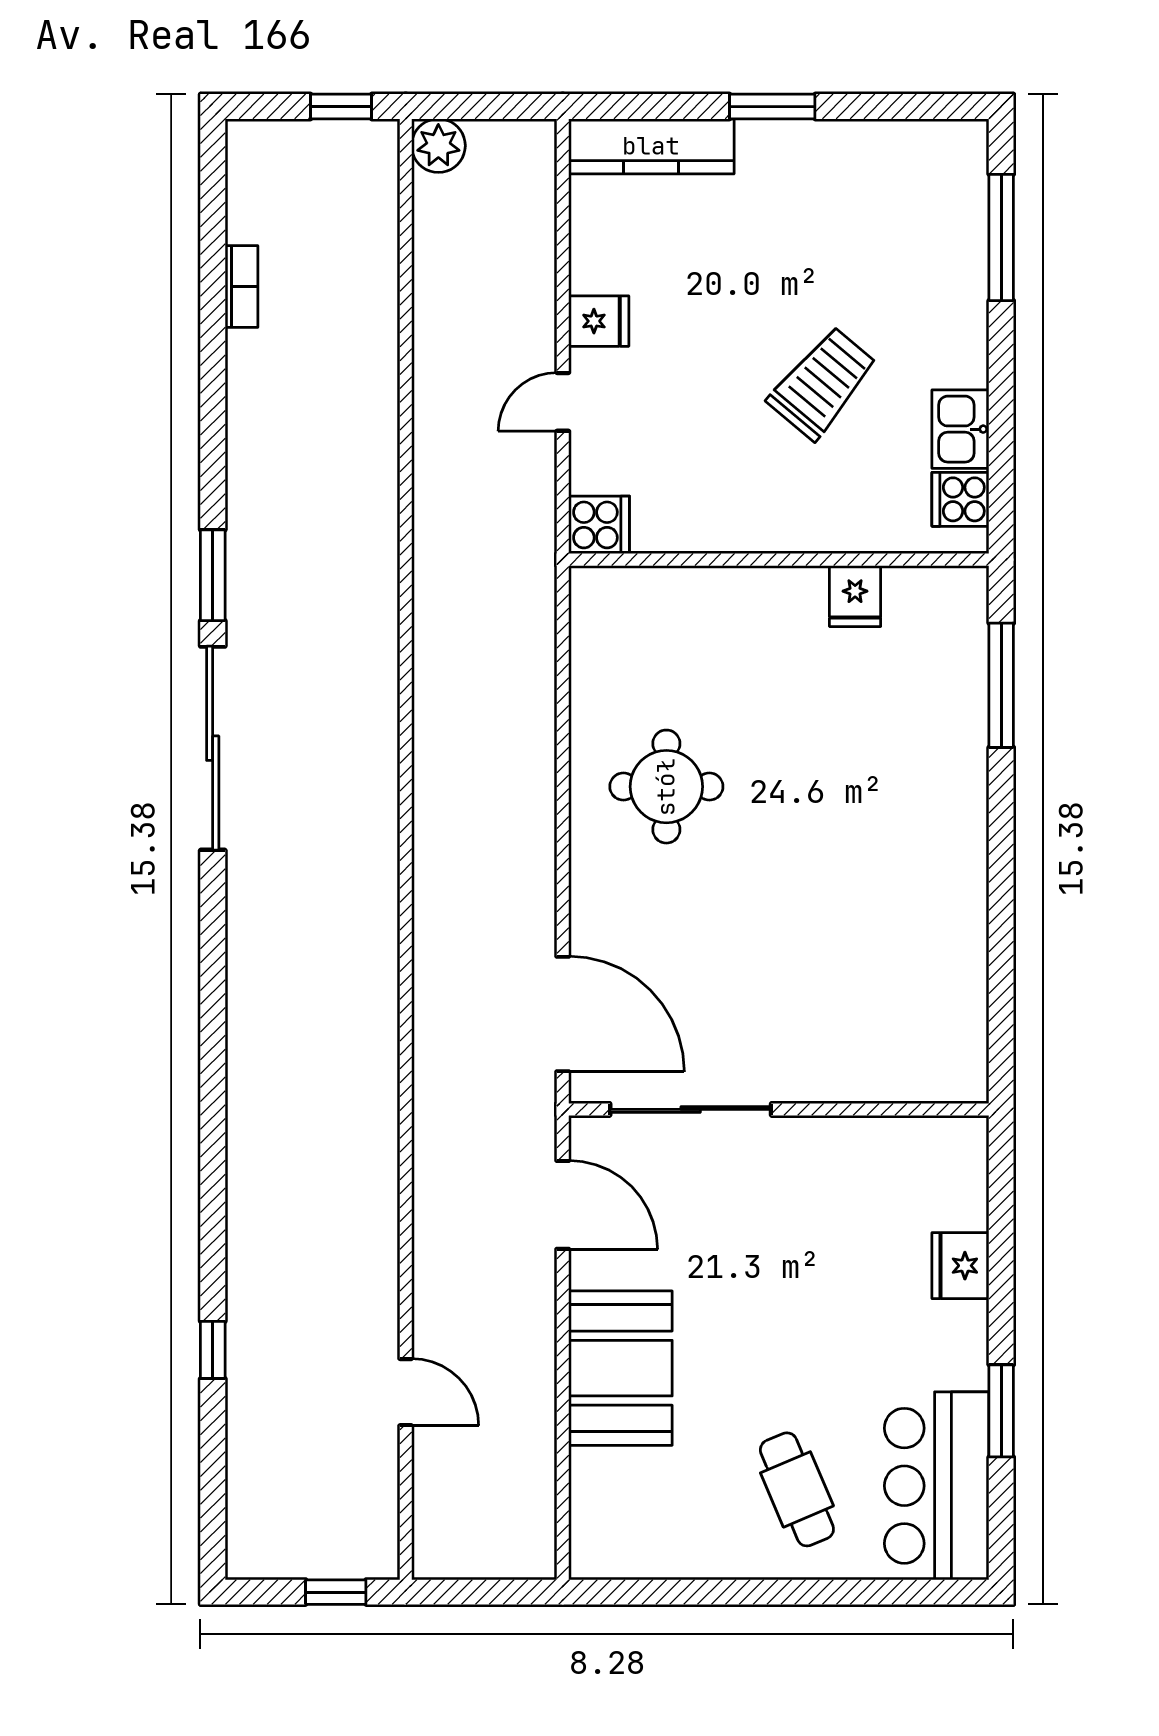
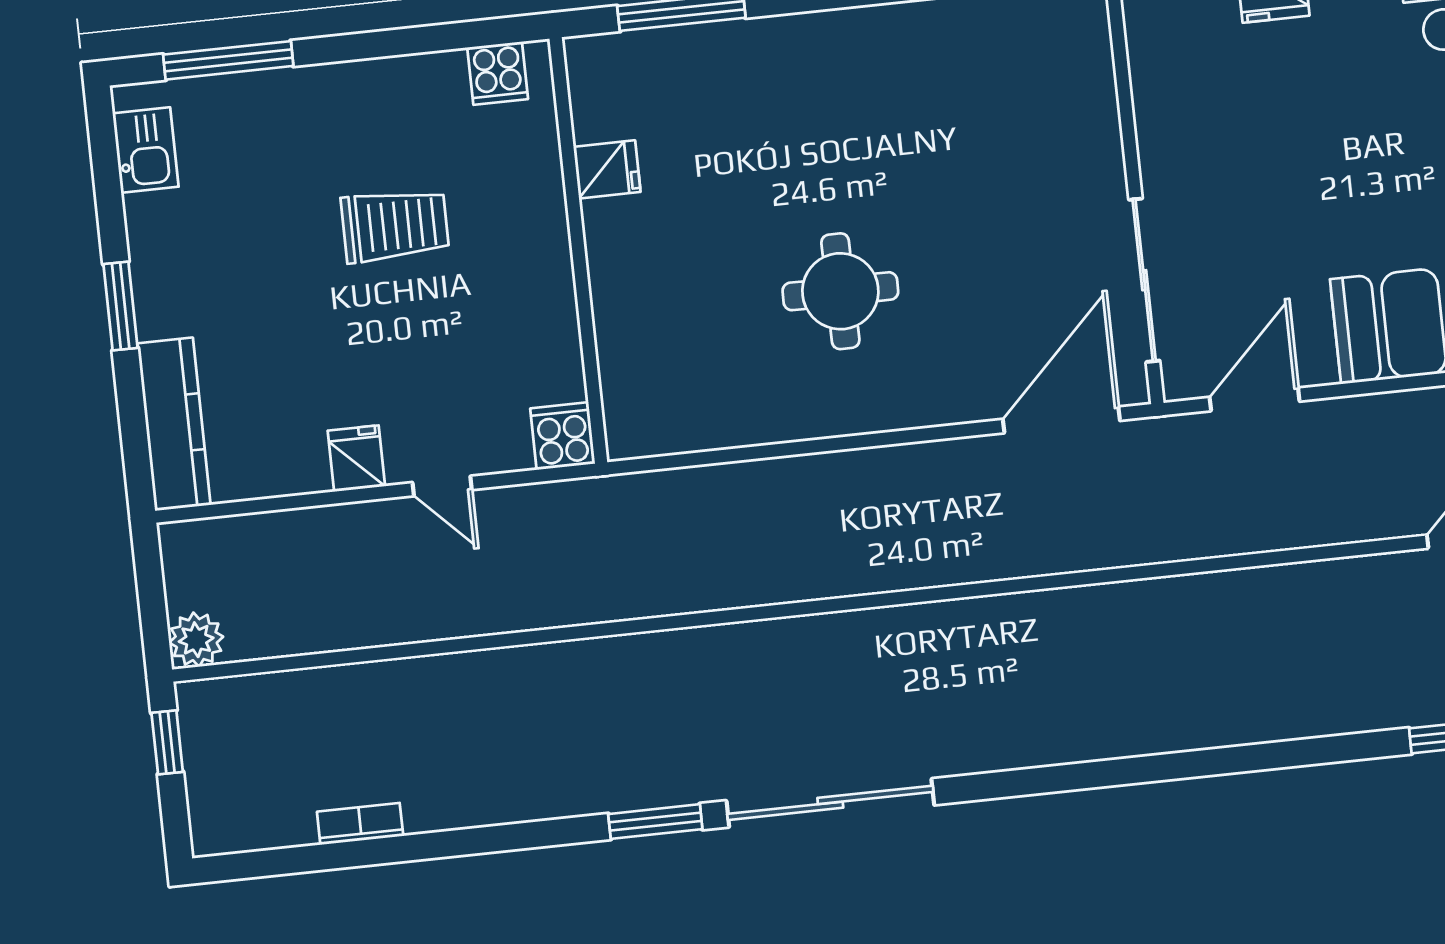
trolley: (822, 383) -> (395, 225), turned 140
kitchen sink: (960, 429) -> (146, 150), moved, turned -90
round table: (666, 787) -> (840, 291), moved

